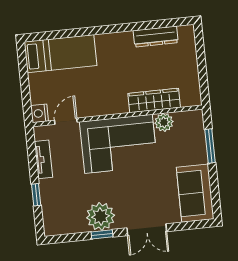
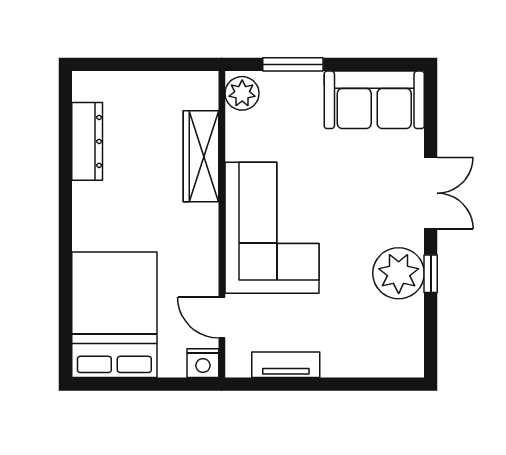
bed: (60, 54) -> (114, 315), width x1.50
plant: (164, 122) -> (242, 93), moved
window: (36, 195) -> (348, 384), removed

